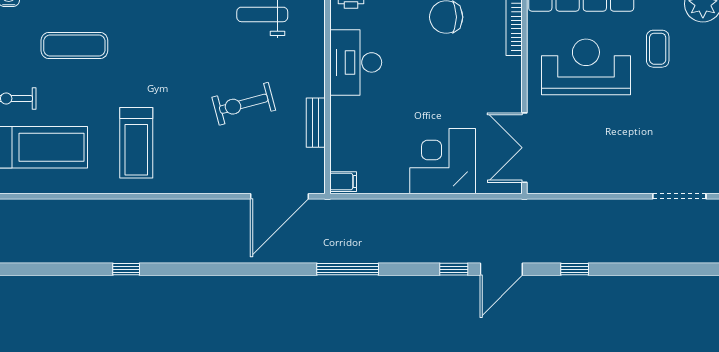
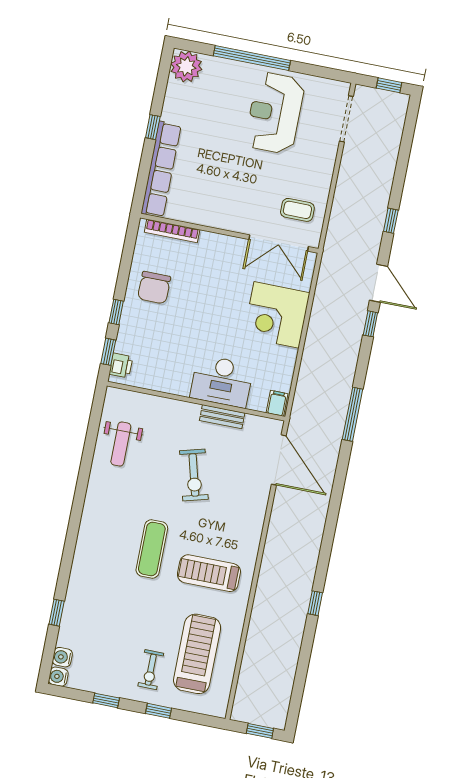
exercise mat: (74, 46) -> (152, 549), moved
coffee table: (658, 49) -> (297, 210), moved
desk: (356, 62) -> (222, 381), moved
reception desk: (586, 67) -> (275, 113), moved
treadmill: (136, 143) -> (209, 573), turned 180

